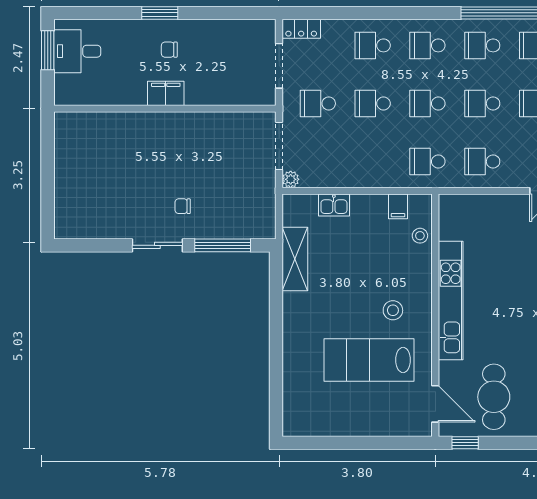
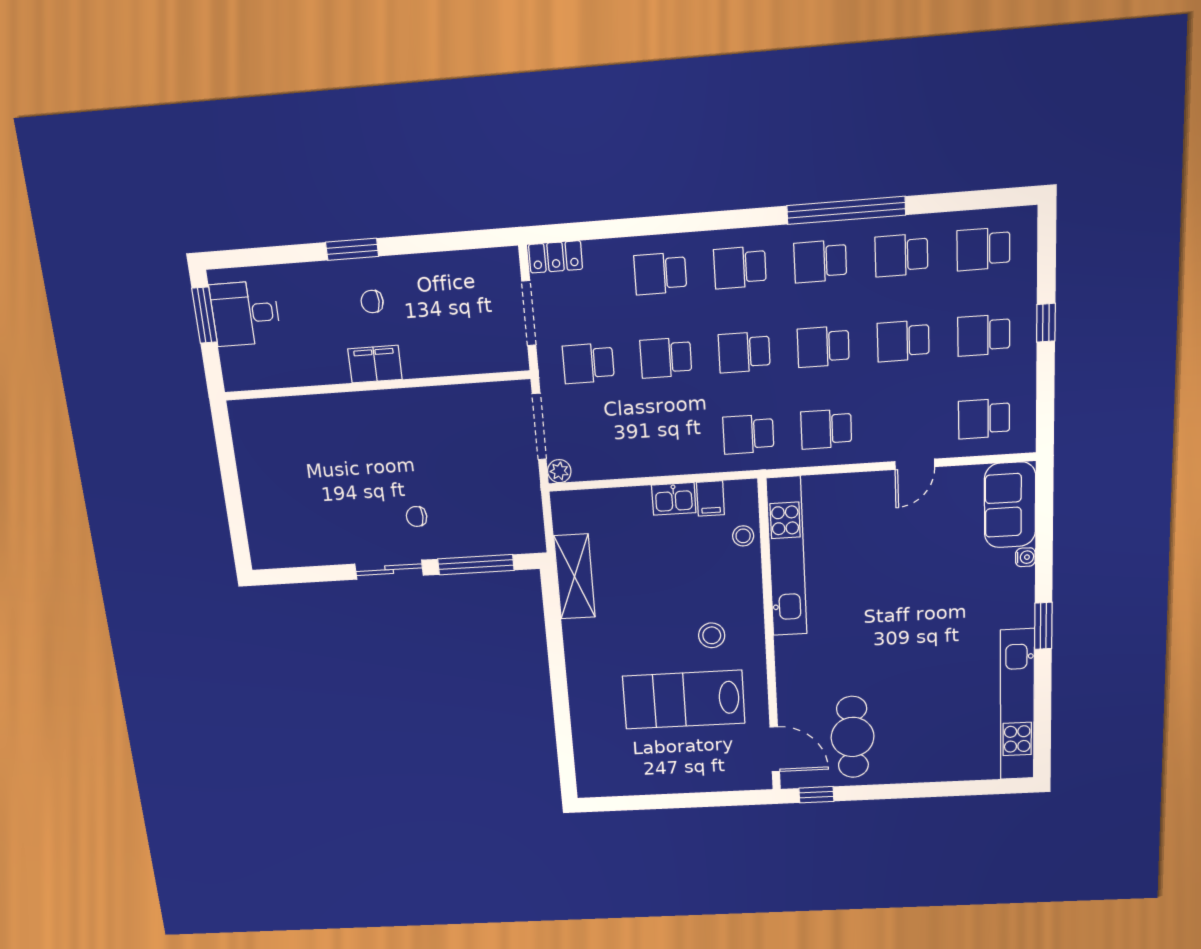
kitchen sink: (334, 205) -> (674, 499), moved
kitchen unit: (451, 301) -> (787, 557), moved

